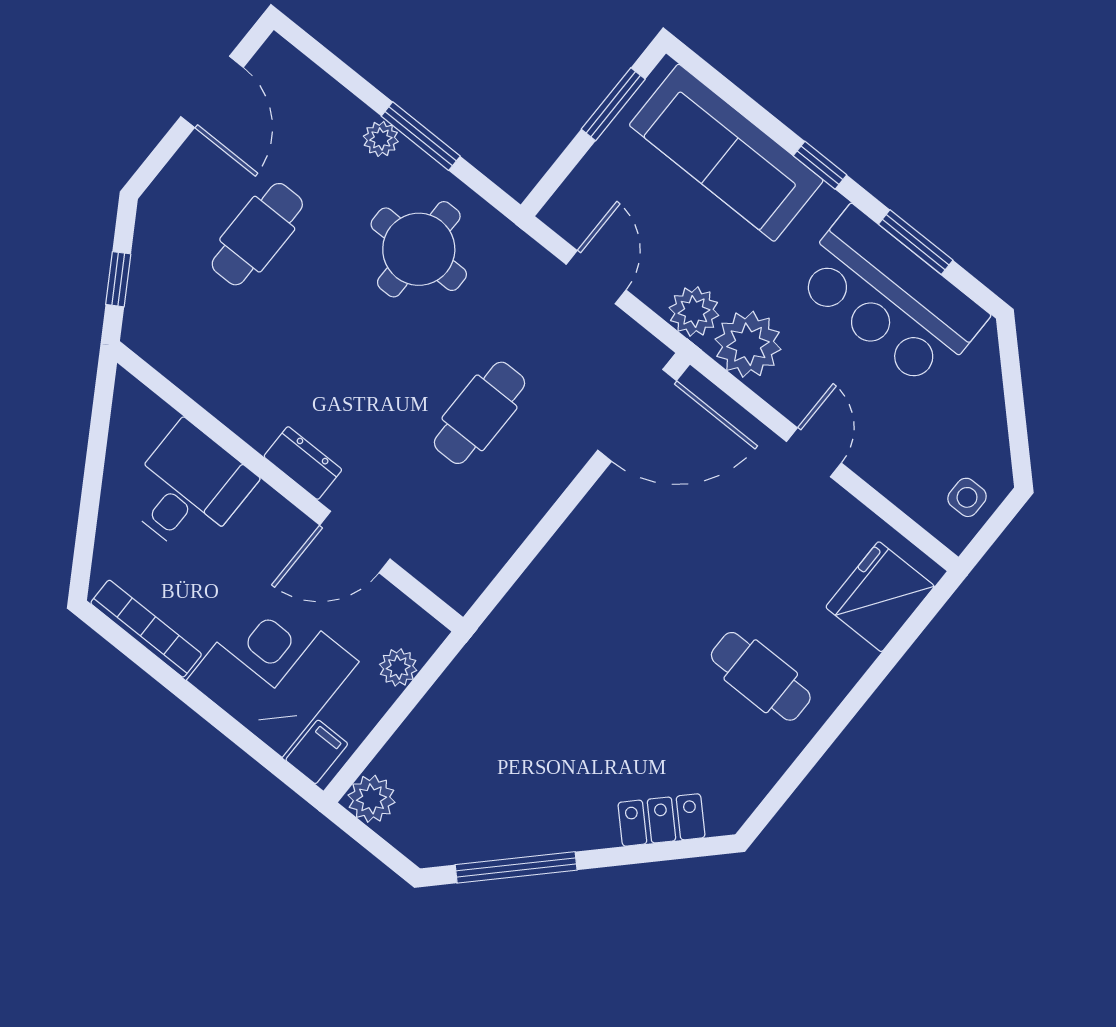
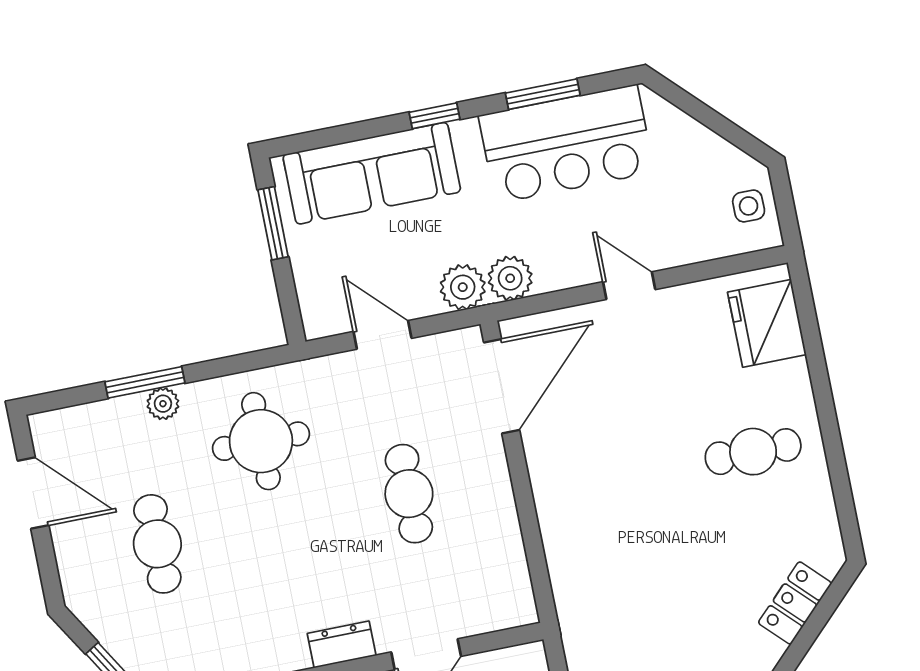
window: (421, 136) -> (145, 382), moved
plant: (748, 344) -> (510, 278), width x0.73, depth x0.73

